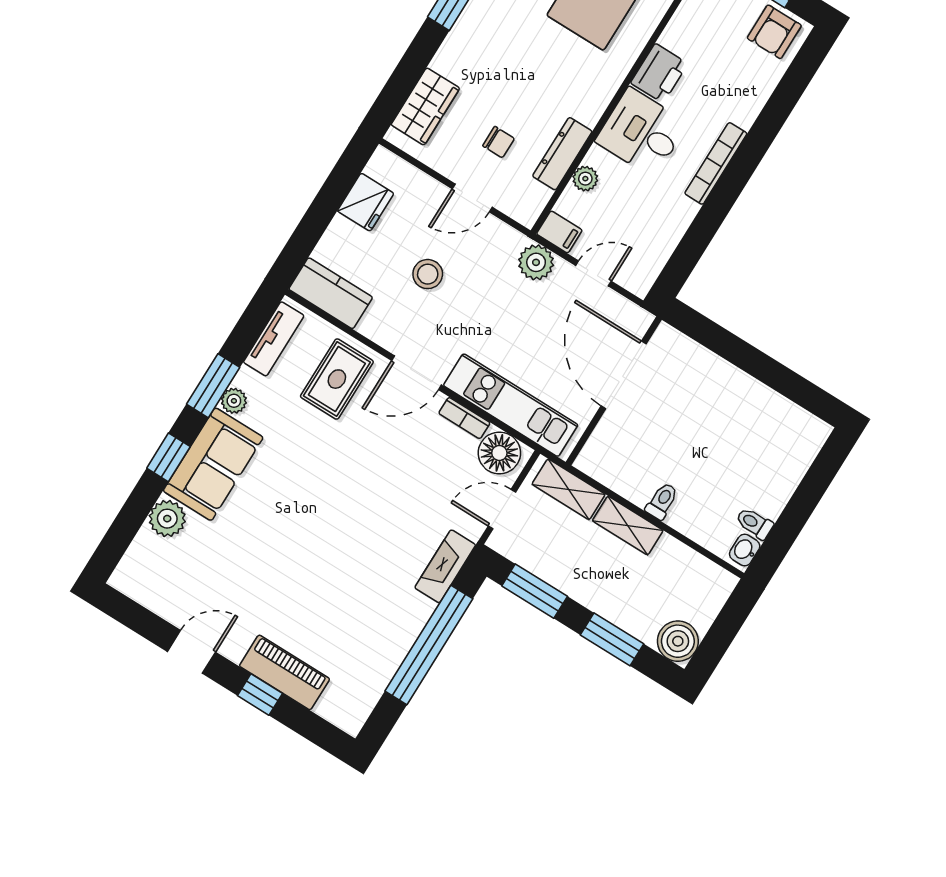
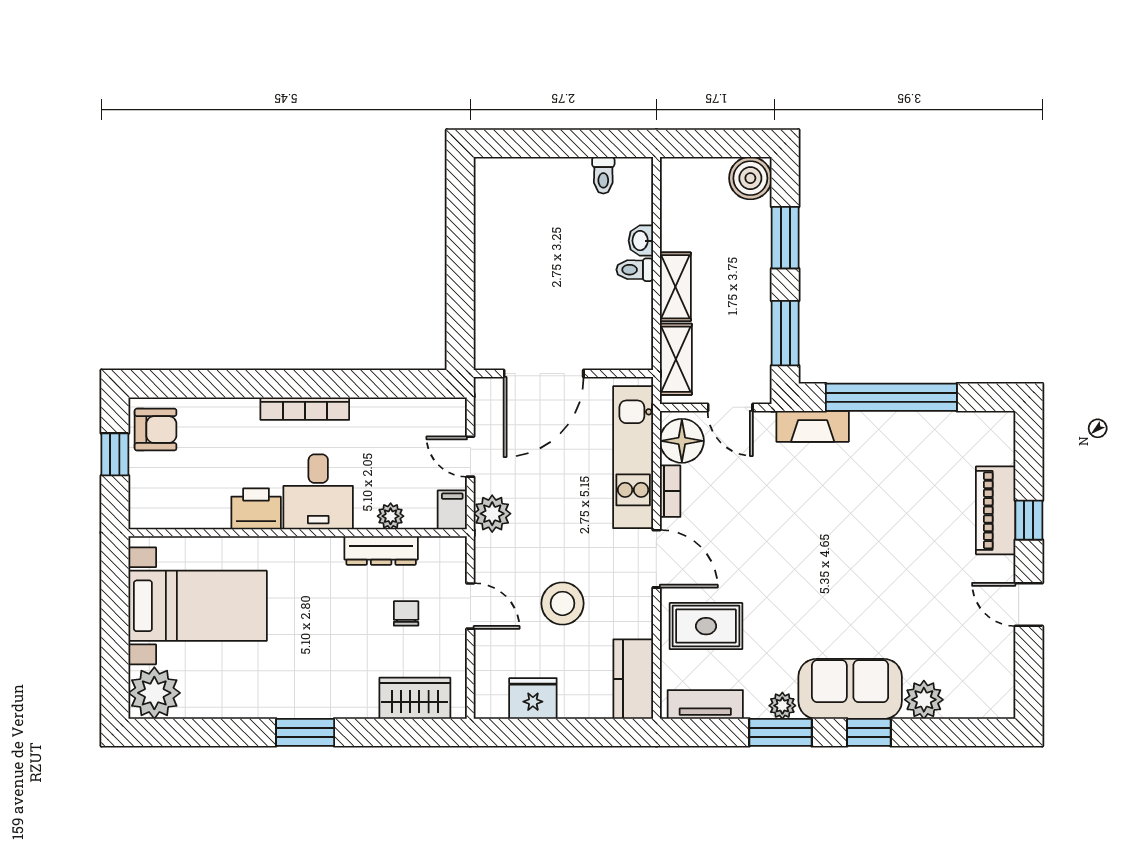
stool: (428, 274) -> (562, 603), width x1.38, depth x1.38
washbasin: (745, 550) -> (641, 241), moved, turned 90

